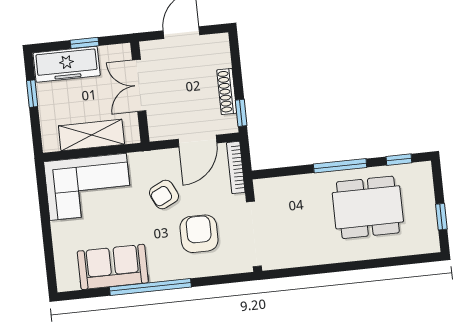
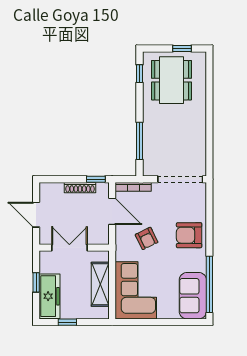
double door: (139, 85) -> (69, 248), swing flipped
window: (340, 166) -> (140, 141), moved
dining table: (368, 207) -> (172, 80), moved
armchair: (199, 234) -> (189, 235), moved
sofa: (113, 267) -> (193, 296), moved
window: (150, 287) -> (209, 284), moved

